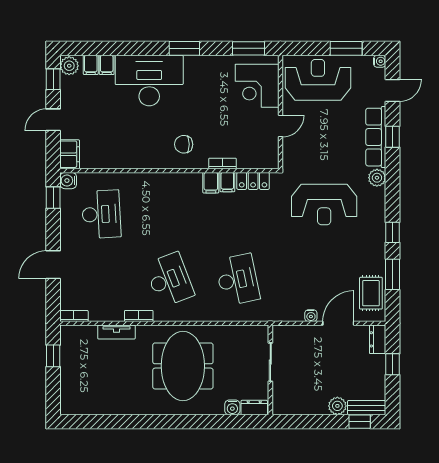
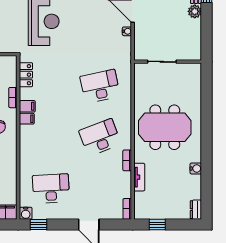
filing cabinet: (227, 182) -> (27, 119), moved
water cooler: (232, 407) -> (196, 169), moved
dresser: (254, 408) -> (196, 210), moved

